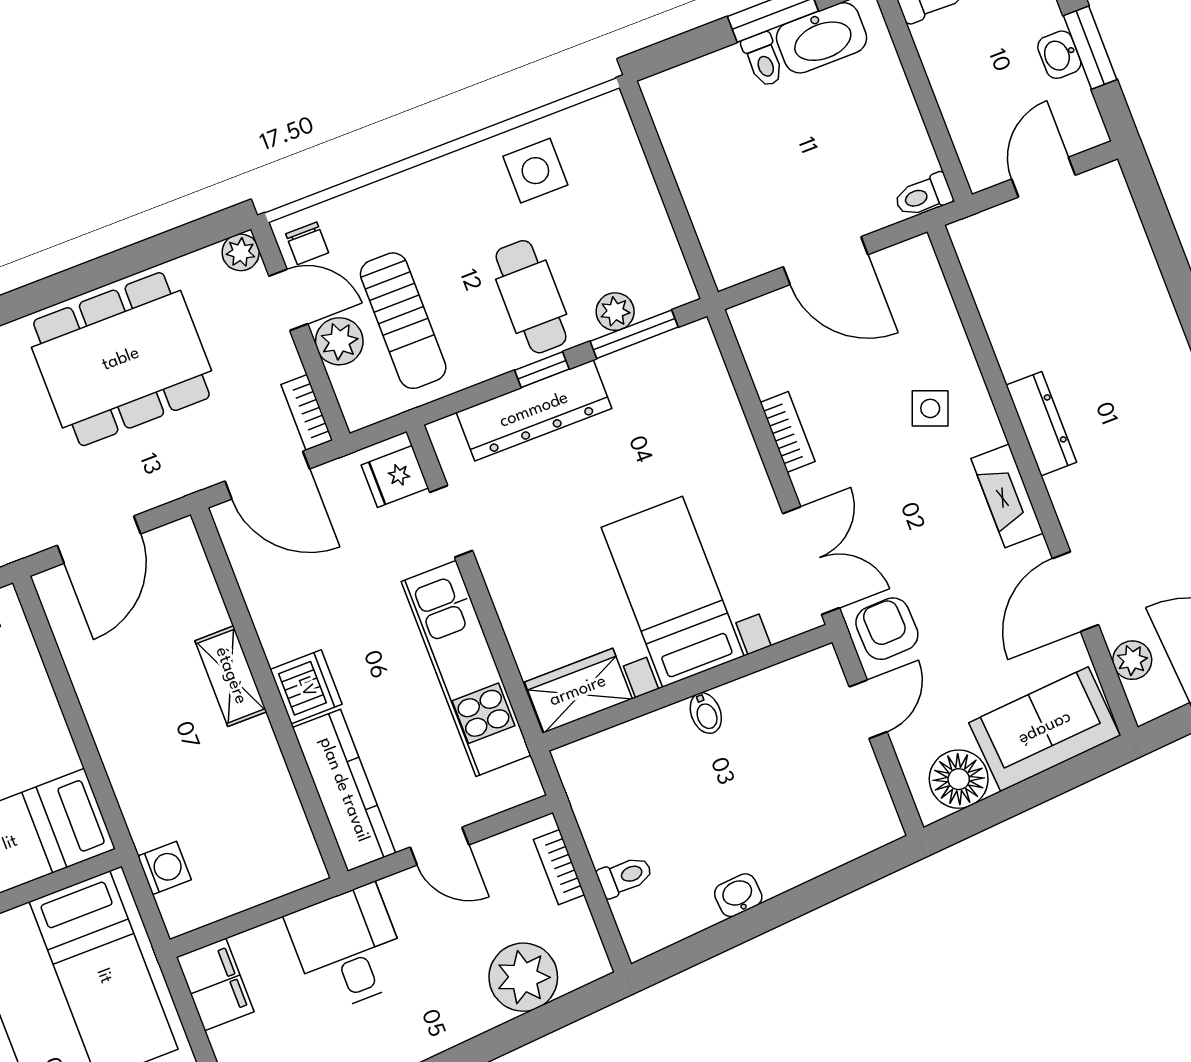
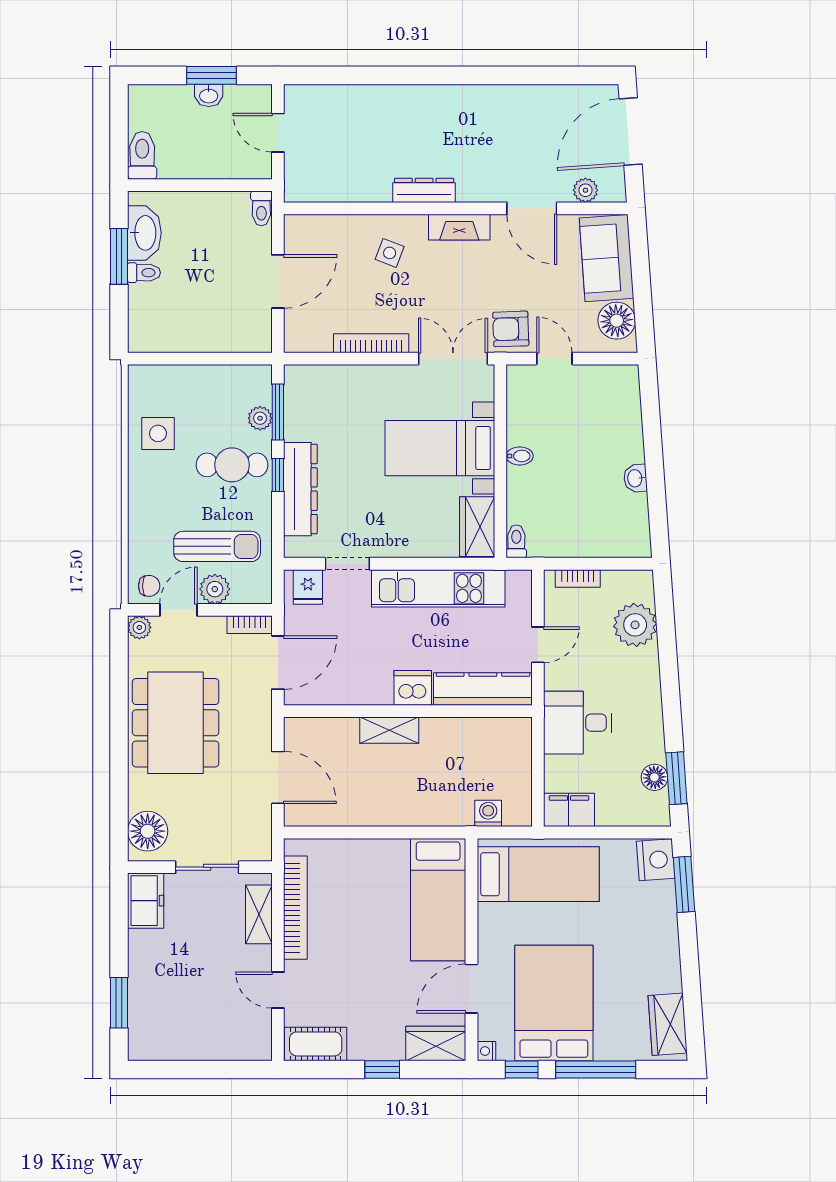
bookcase: (788, 432) -> (371, 343), width x1.56
toilet: (625, 876) -> (516, 541), moved

